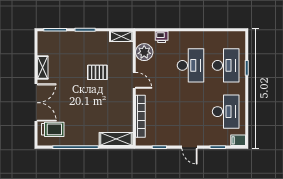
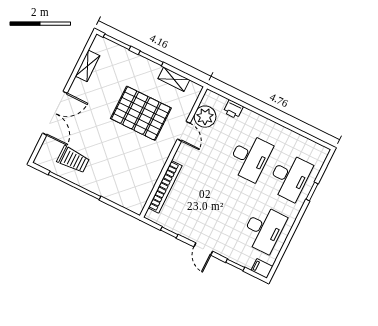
shelving: (121, 36) -> (174, 79), moved
shelving: (43, 67) -> (88, 66), moved
pallet: (97, 72) -> (141, 113), width x2.05, depth x2.00
door: (134, 80) -> (184, 131), moved
trolley: (53, 129) -> (73, 160), moved
shelving: (116, 139) -> (125, 199), removed

